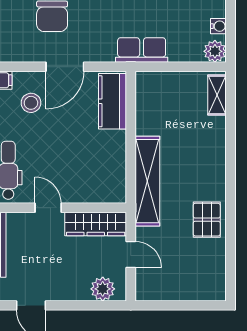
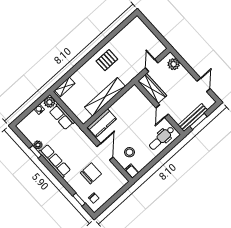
row of seats: (142, 50) -> (62, 117), moved
door: (65, 67) -> (105, 152), hinge flipped
shelving: (147, 181) -> (105, 97), moved
pallet: (207, 220) -> (107, 60), moved

